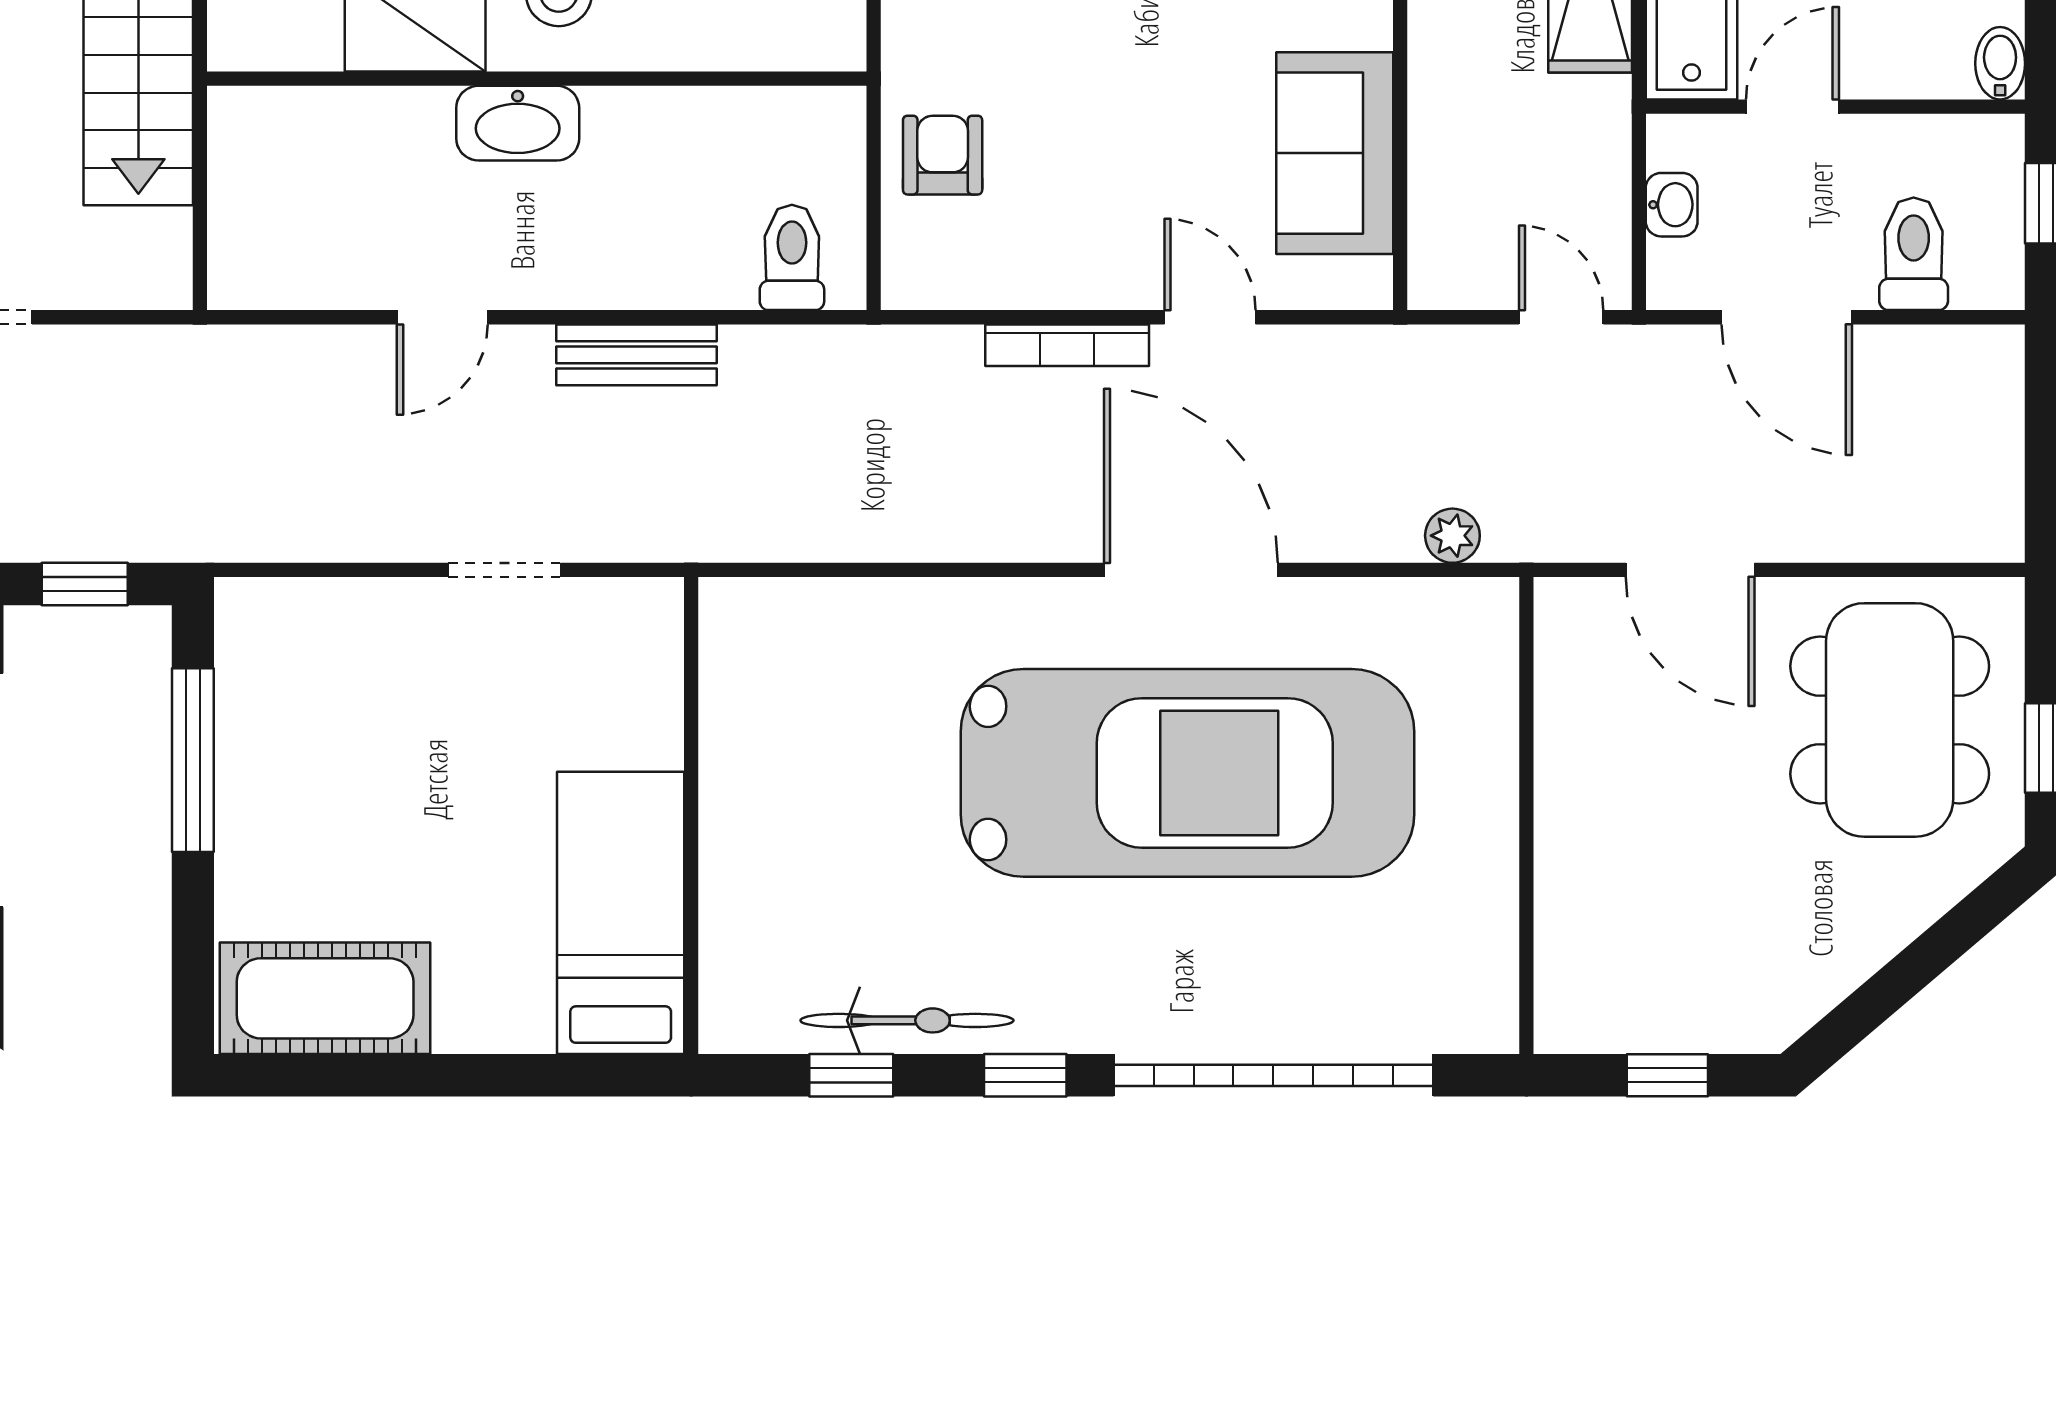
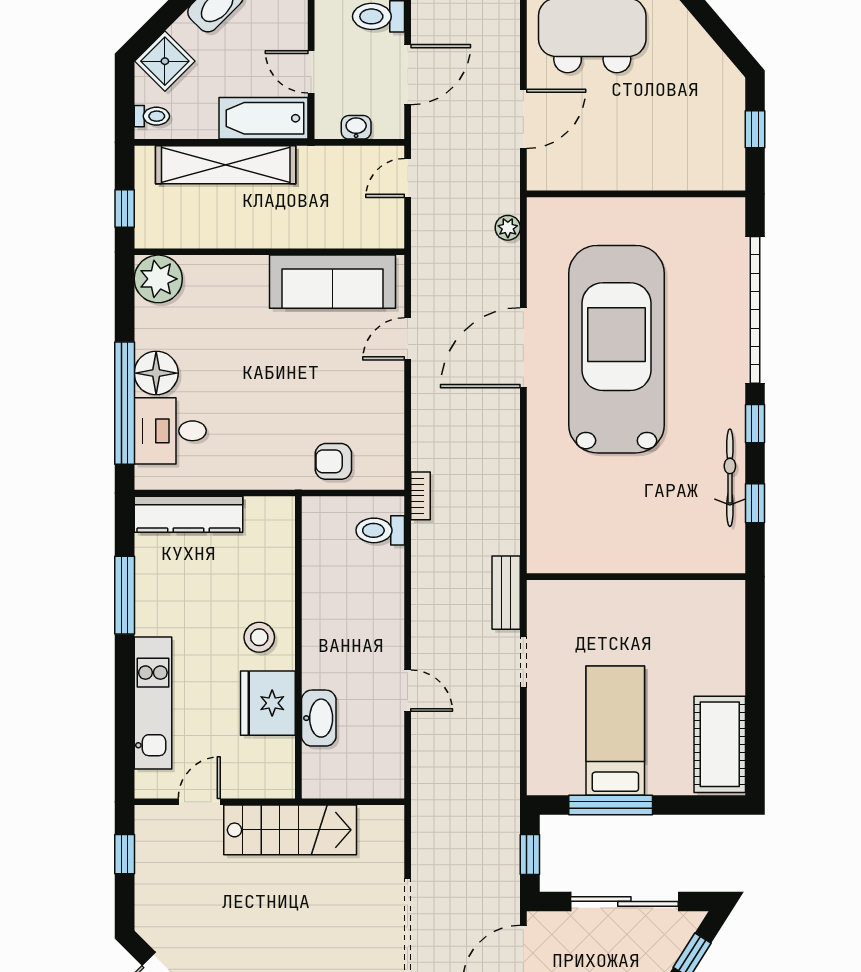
washbasin: (518, 123) -> (319, 718), moved
sofa: (1335, 153) -> (333, 282), width x1.36
bookcase: (1067, 345) -> (420, 496), moved, width x0.64
bench: (636, 355) -> (506, 593), moved
bed: (621, 913) -> (615, 731), moved, turned 90

